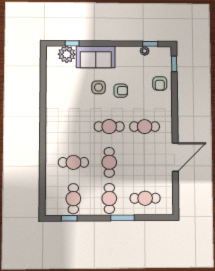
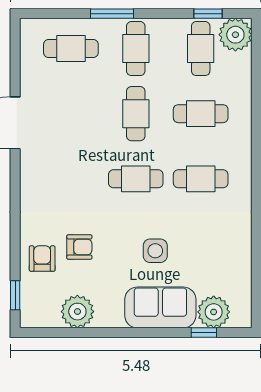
window: (150, 44) -> (59, 333), removed
plant: (145, 51) -> (77, 312), width x1.88, depth x1.88
armchair: (121, 91) -> (79, 247), moved, turned 180
cafe table: (145, 127) -> (201, 179), moved
plant: (54, 206) -> (235, 35), added

